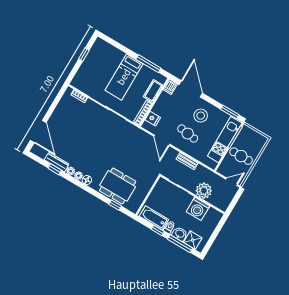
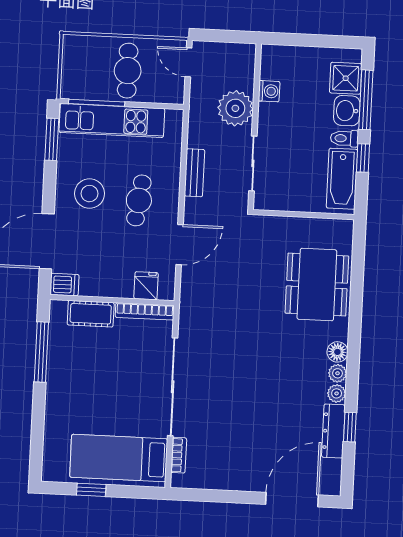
bed: (124, 77) -> (119, 458), moved, turned 180
window: (115, 205) -> (358, 269), removed
washing machine: (198, 209) -> (269, 91), width x0.53, depth x0.53

